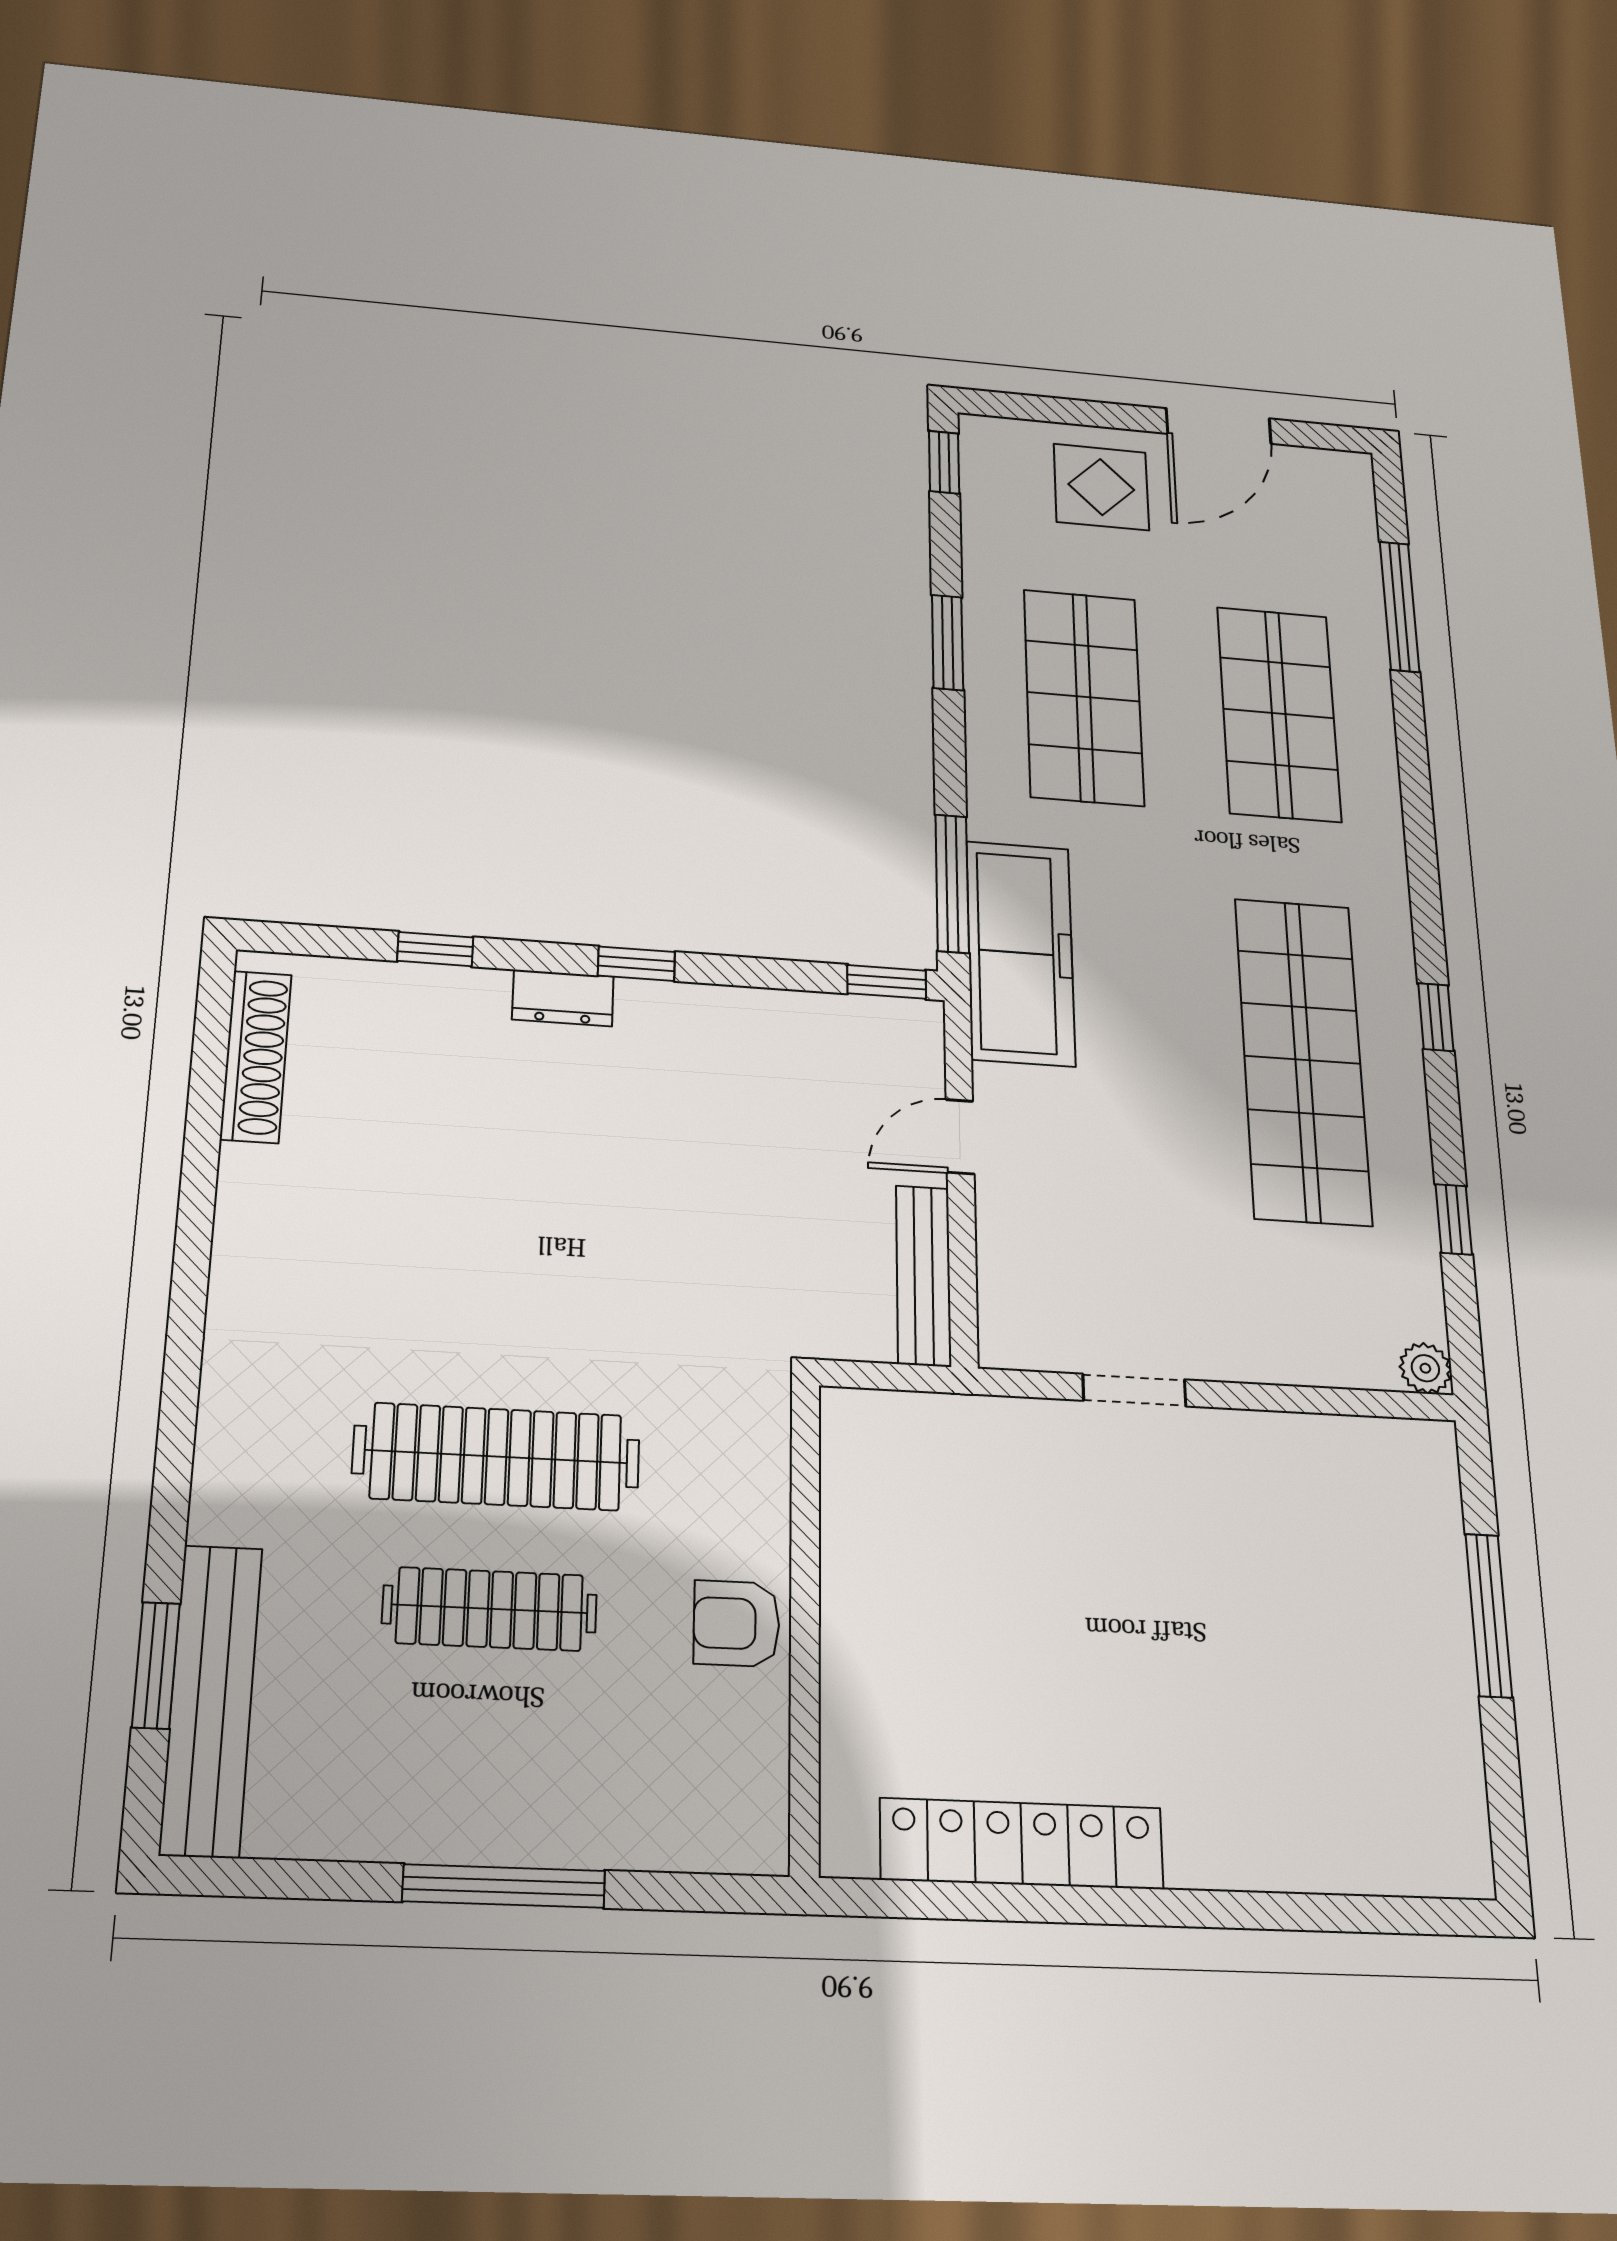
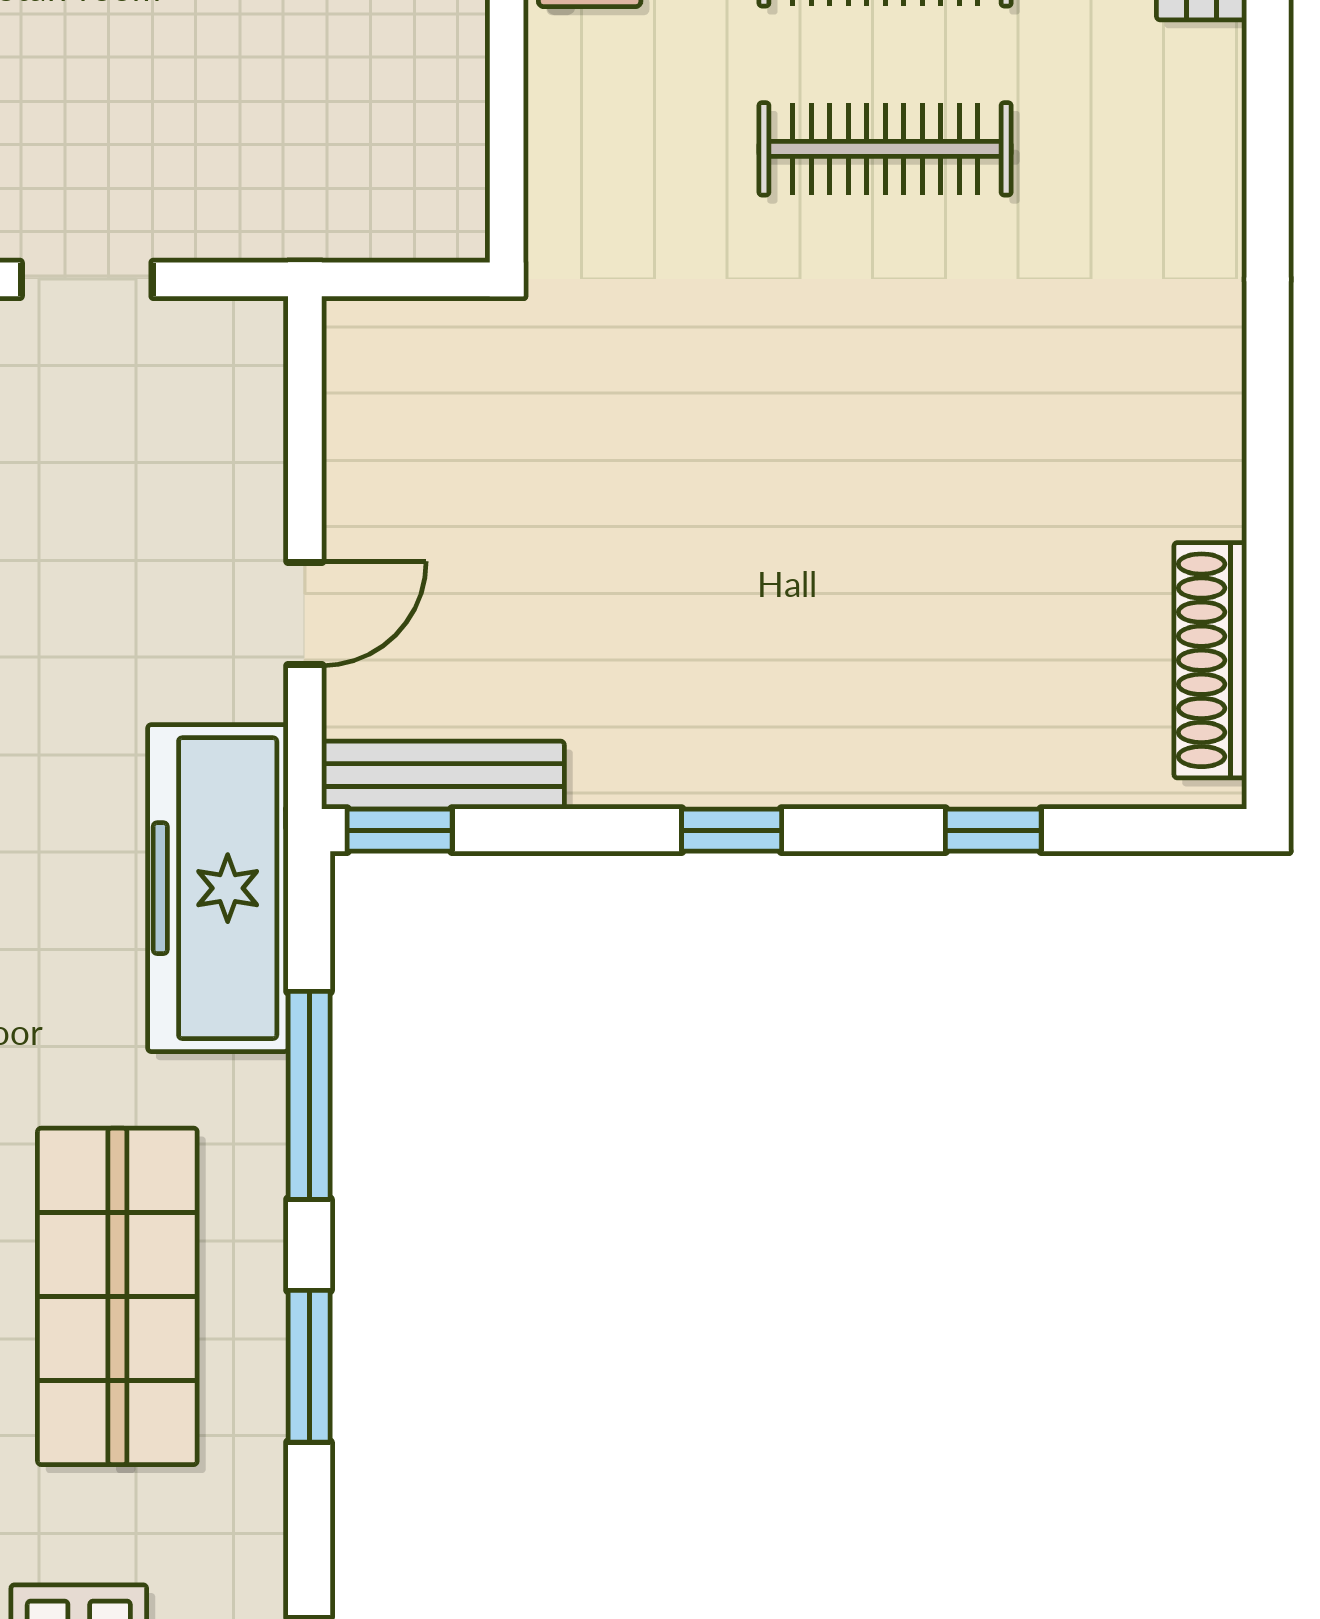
window: (952, 883) -> (309, 1095), moved
dresser: (563, 998) -> (826, 773), removed
bench: (923, 1275) -> (443, 775), moved, turned 90
clothes rail: (497, 1457) -> (885, 149), width x0.73, depth x0.76

